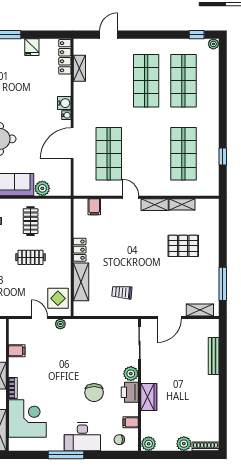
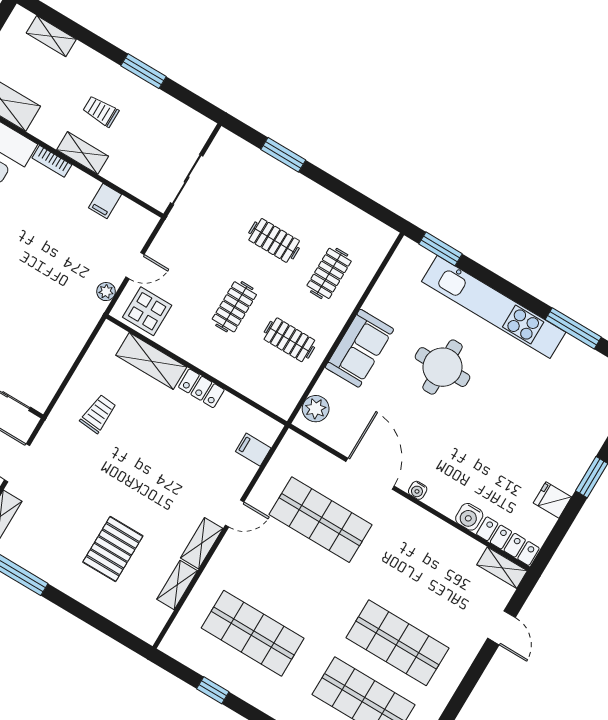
shelving: (79, 68) -> (502, 568), moved
water cooler: (64, 103) -> (469, 517), moved
plant: (42, 188) -> (316, 409), moved

